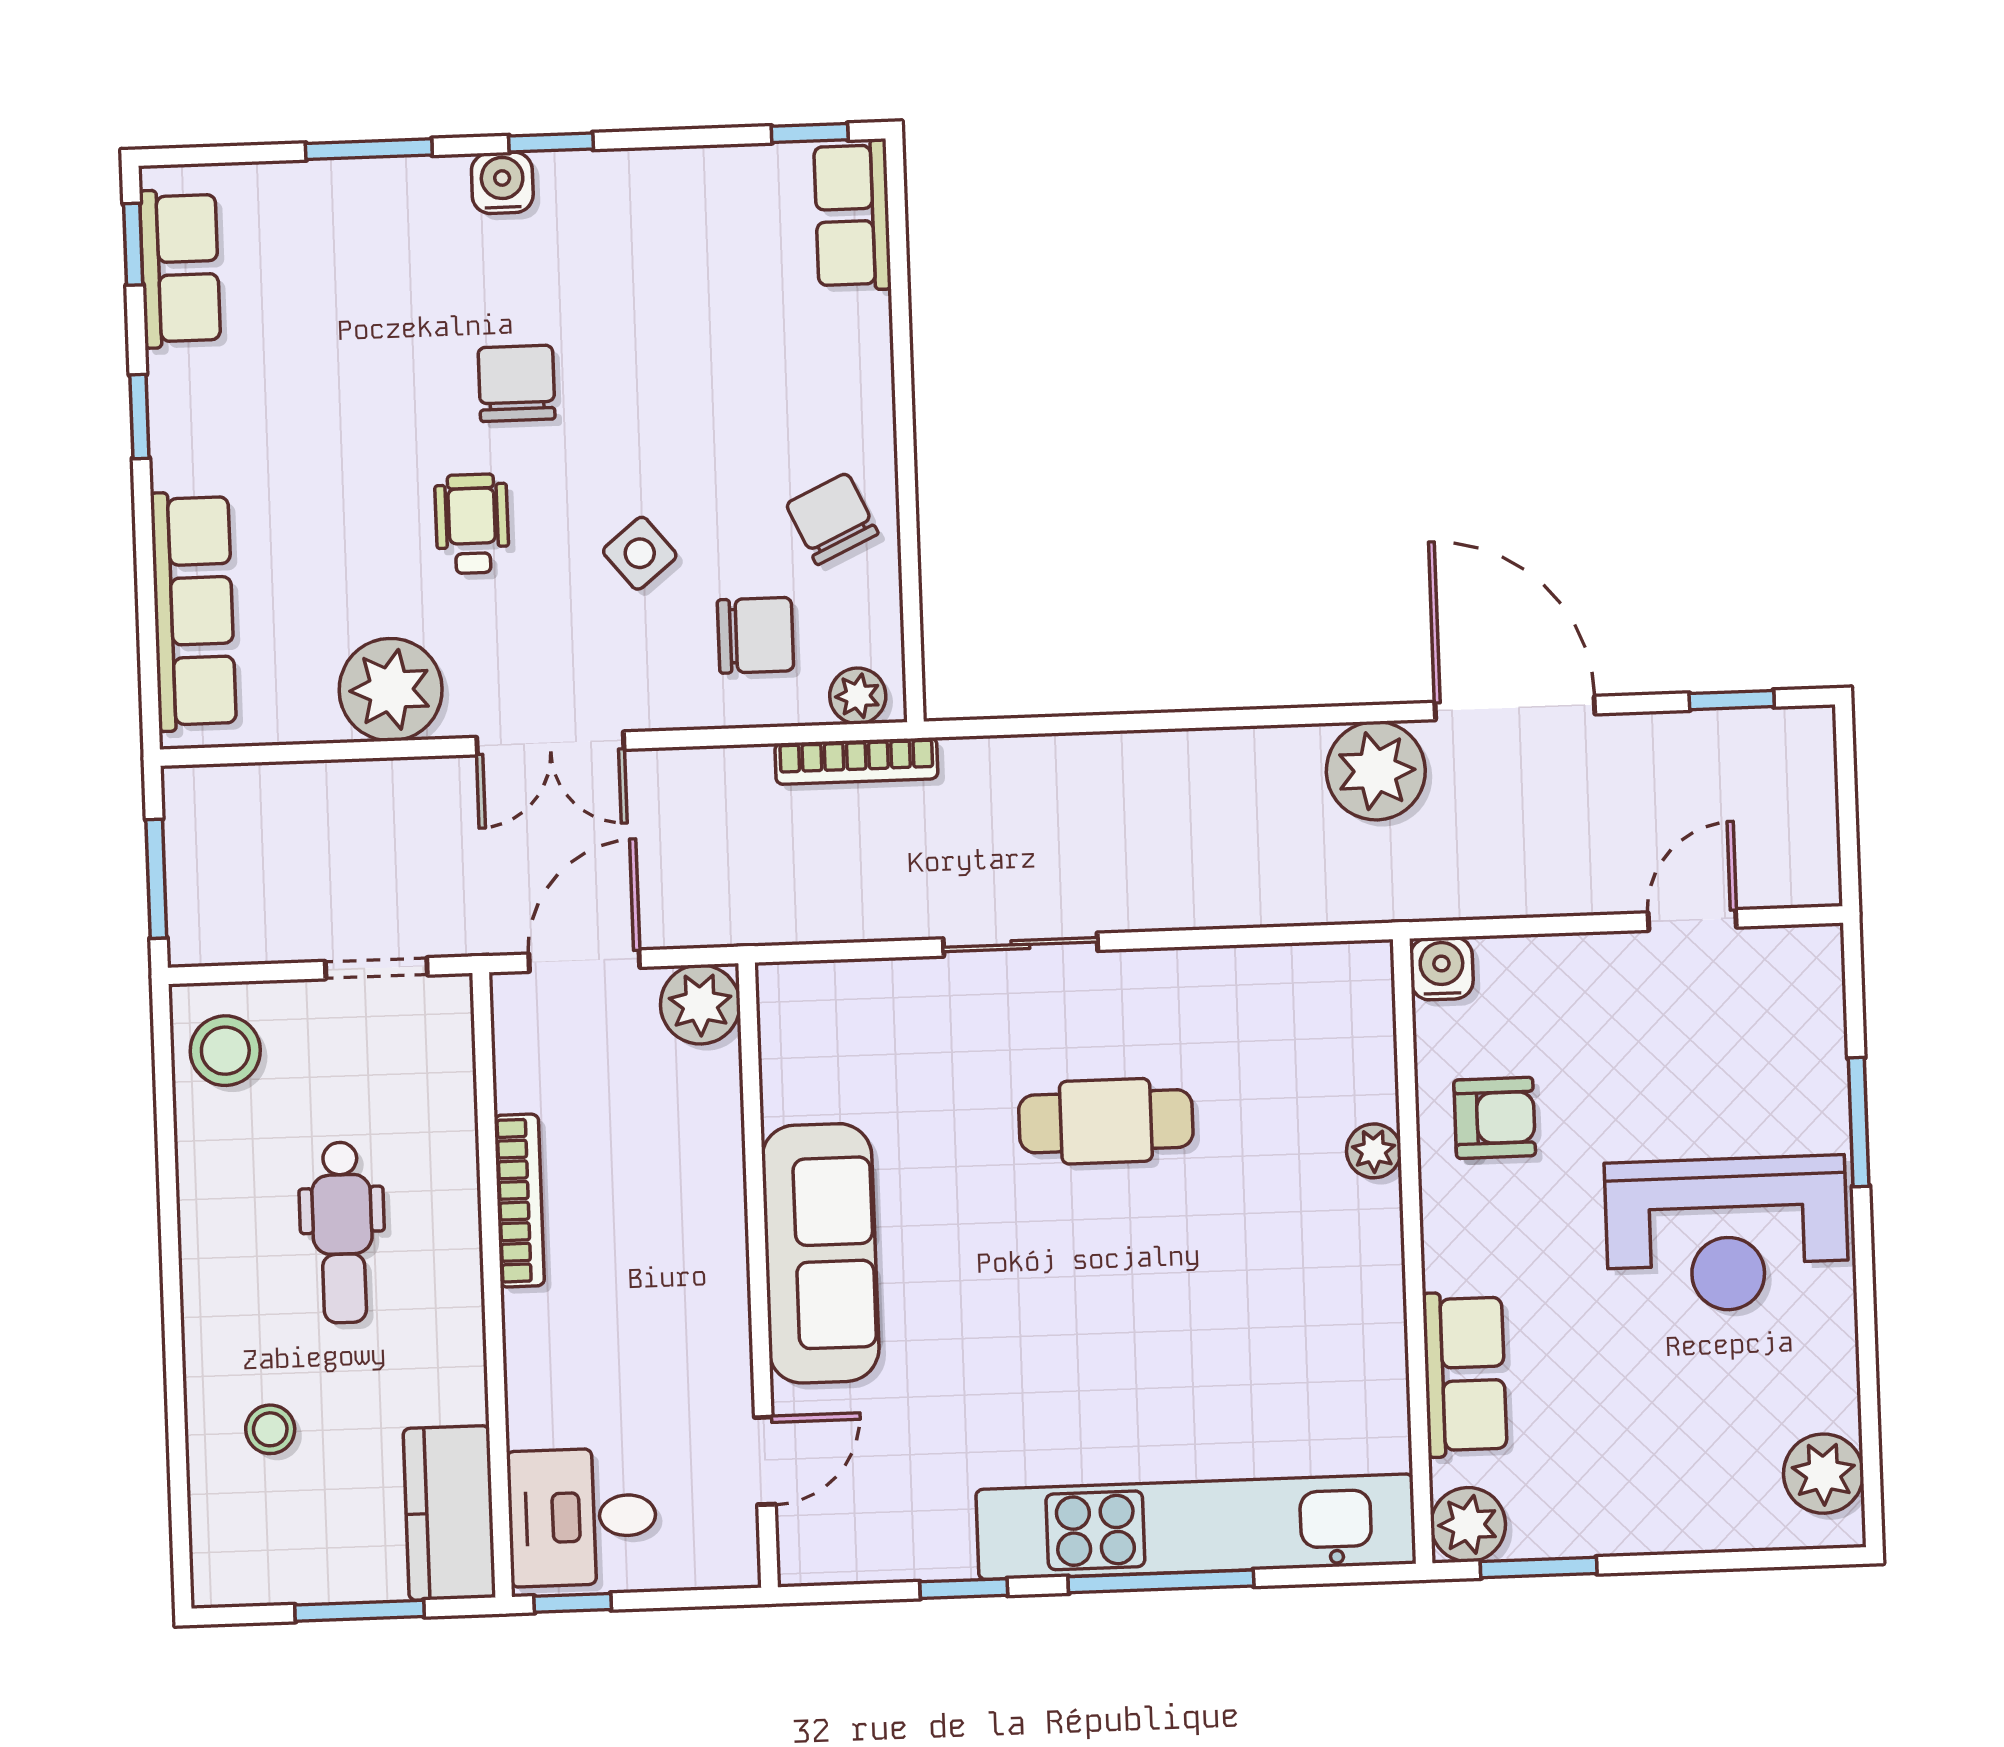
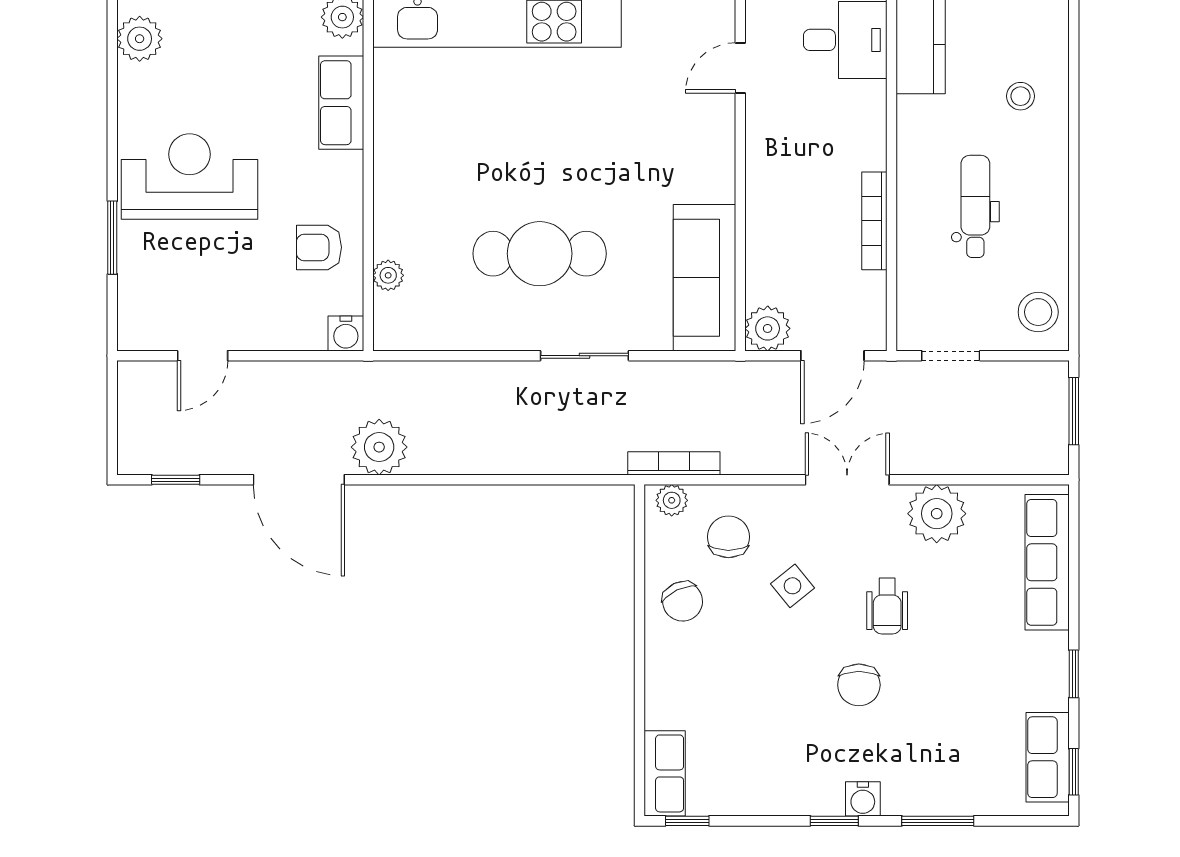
chair: (756, 635) -> (728, 537), turned 90
cafe table: (1106, 1121) -> (540, 254), width x1.37, depth x1.35
plant: (1374, 1151) -> (388, 275), moved
sofa: (820, 1253) -> (704, 278), moved

